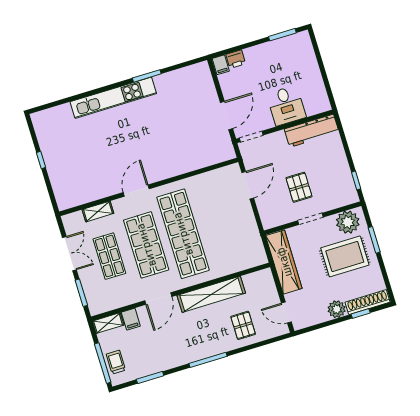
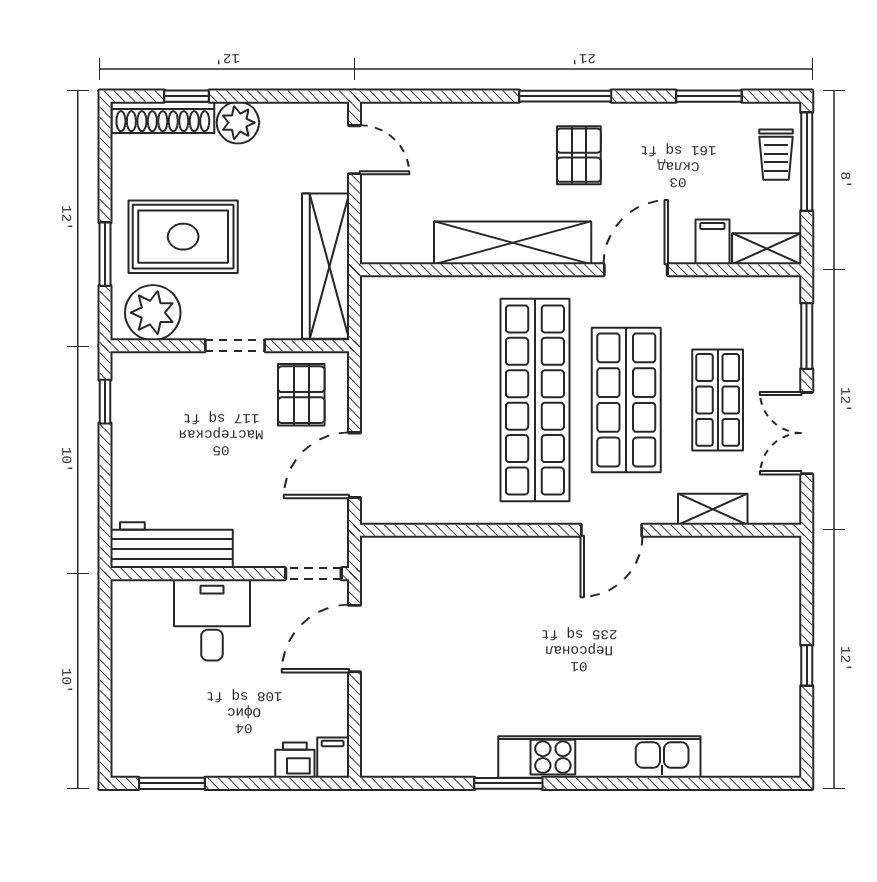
pallet: (299, 187) -> (301, 395), moved
pallet: (243, 325) -> (579, 155), moved

